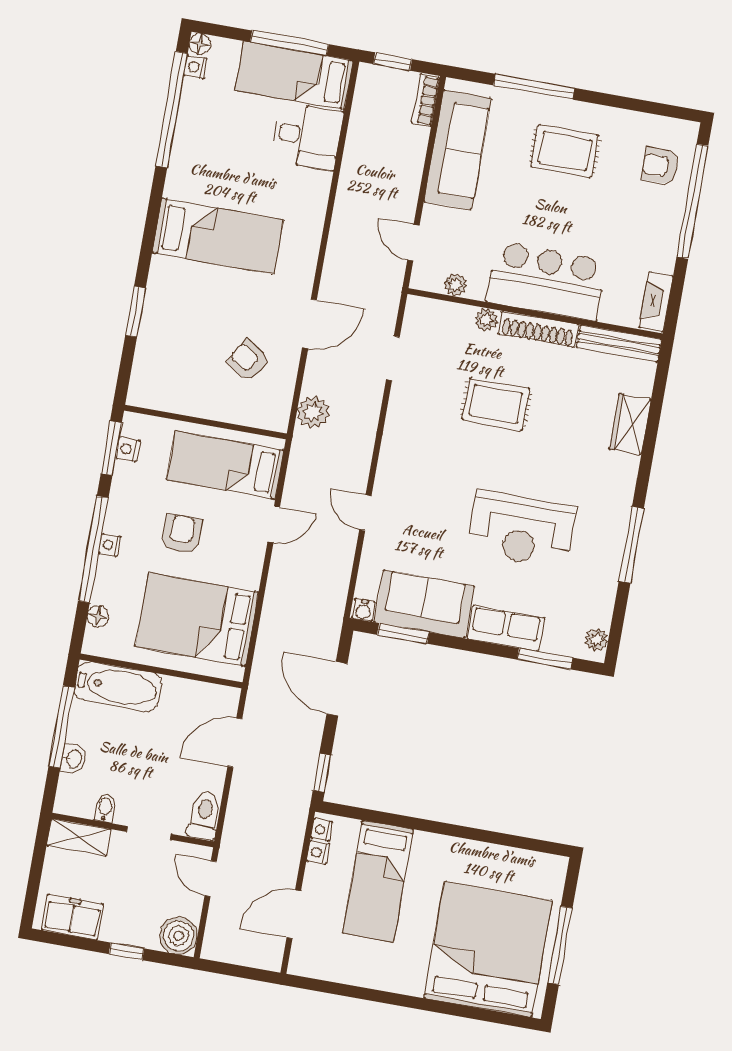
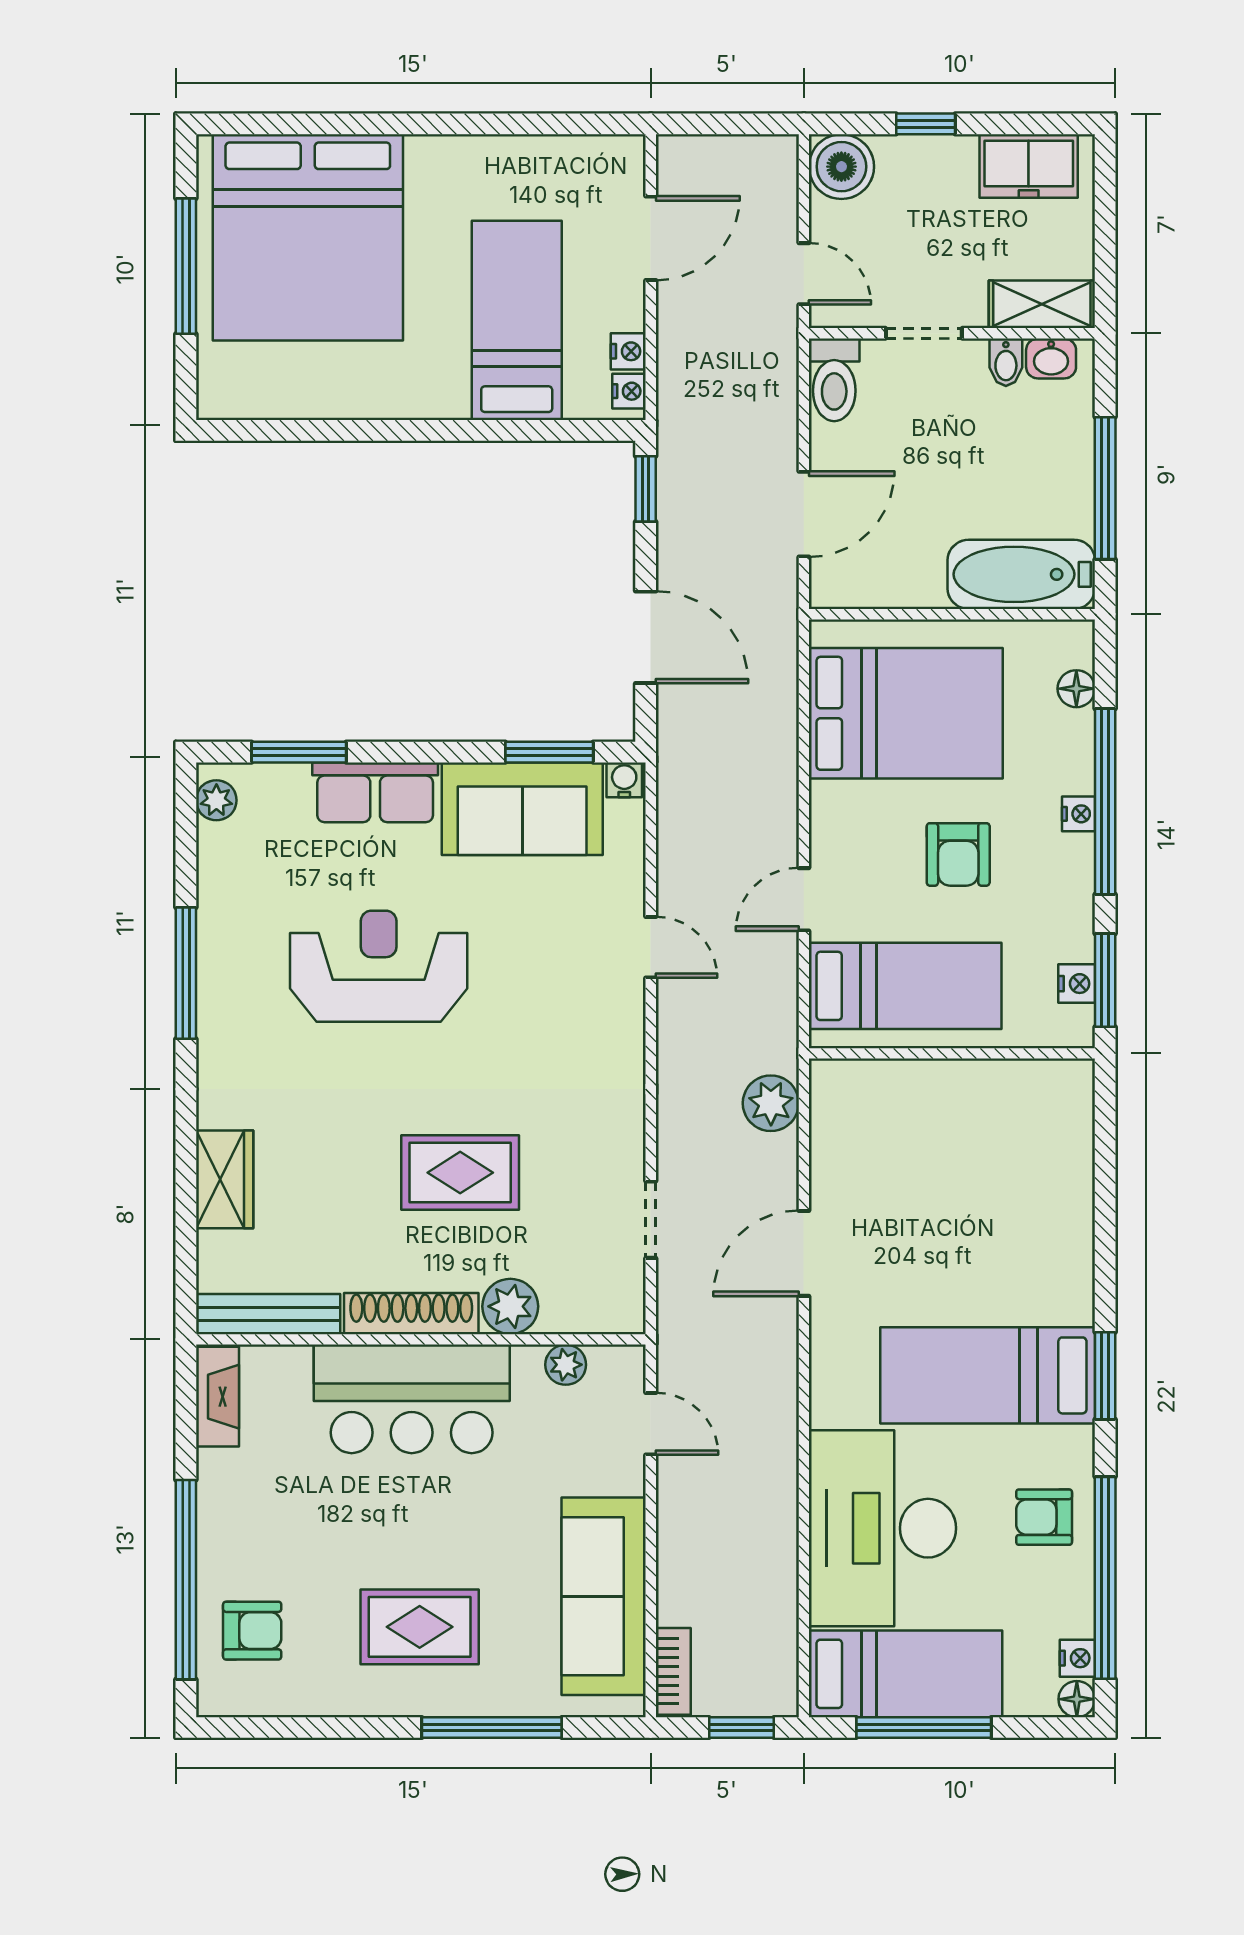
desk: (307, 136) -> (882, 1528), width x1.87, depth x1.30
window: (136, 312) -> (1105, 1376), moved
plant: (486, 320) -> (510, 1306), width x1.38, depth x1.38
armchair: (248, 360) -> (1044, 1517), moved, turned 148
washbasin: (74, 759) -> (1051, 359), moved, turned -90

